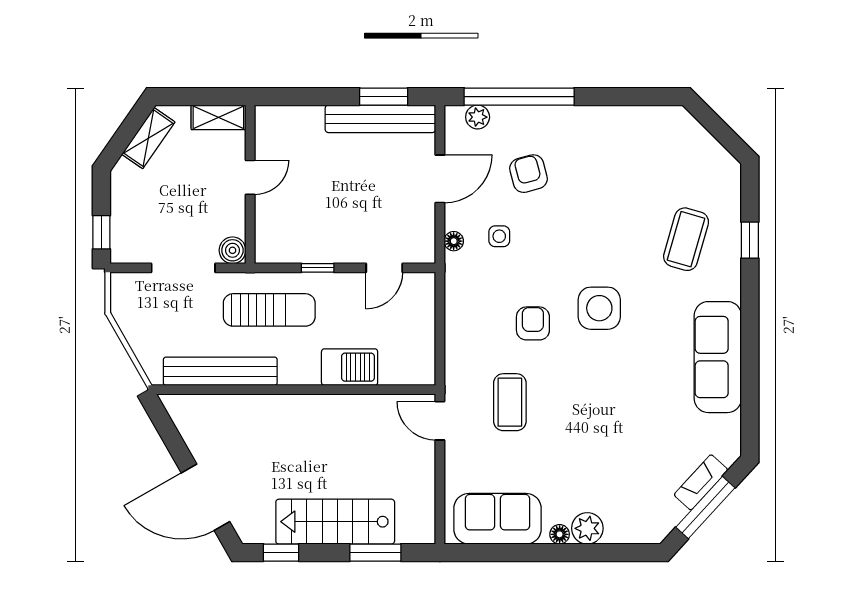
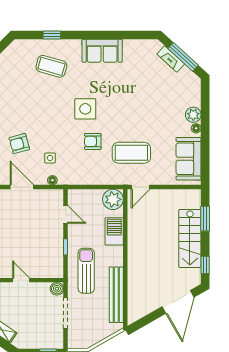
sofa: (718, 357) -> (102, 51), width x0.73
plant: (415, 365) -> (113, 199), added
coffee table: (510, 402) -> (131, 153), width x1.36, depth x1.32

